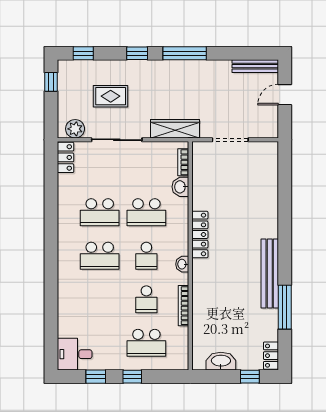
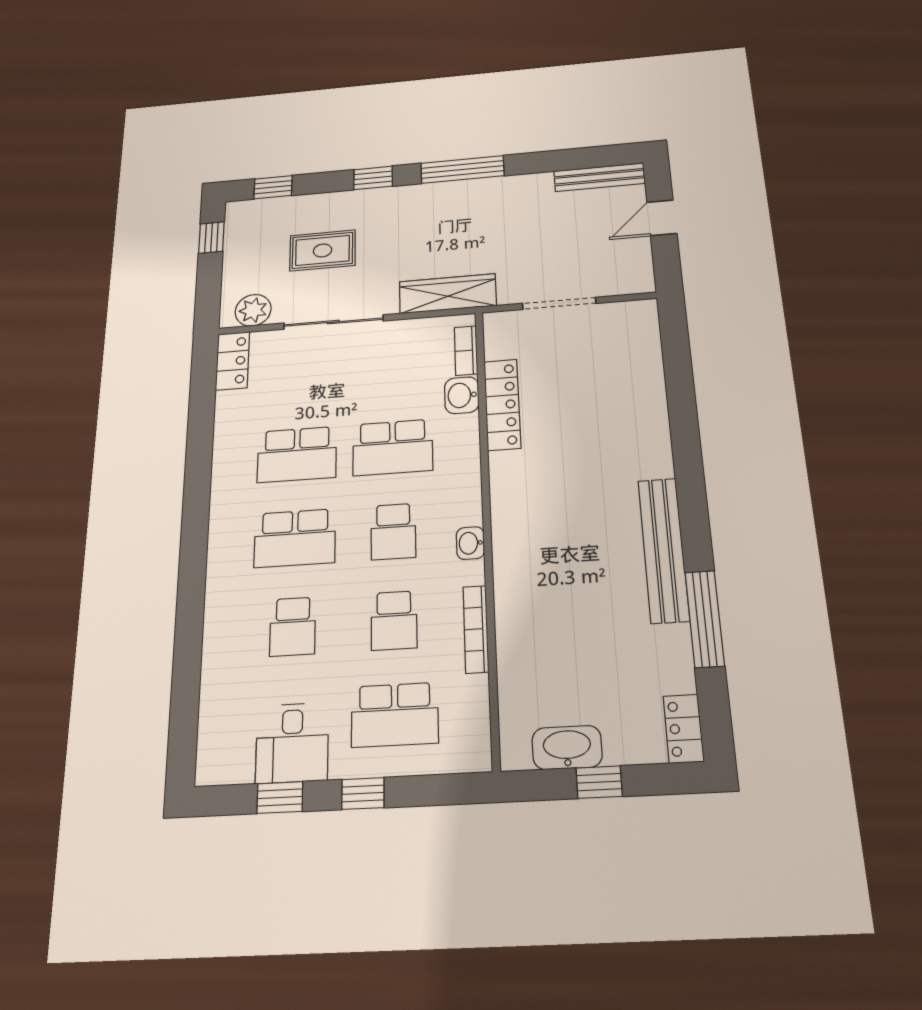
locker: (200, 234) -> (502, 405), moved
school desk: (100, 299) -> (293, 627), added
desk: (75, 354) -> (292, 743), moved, turned -90
window: (250, 377) -> (599, 782), moved

